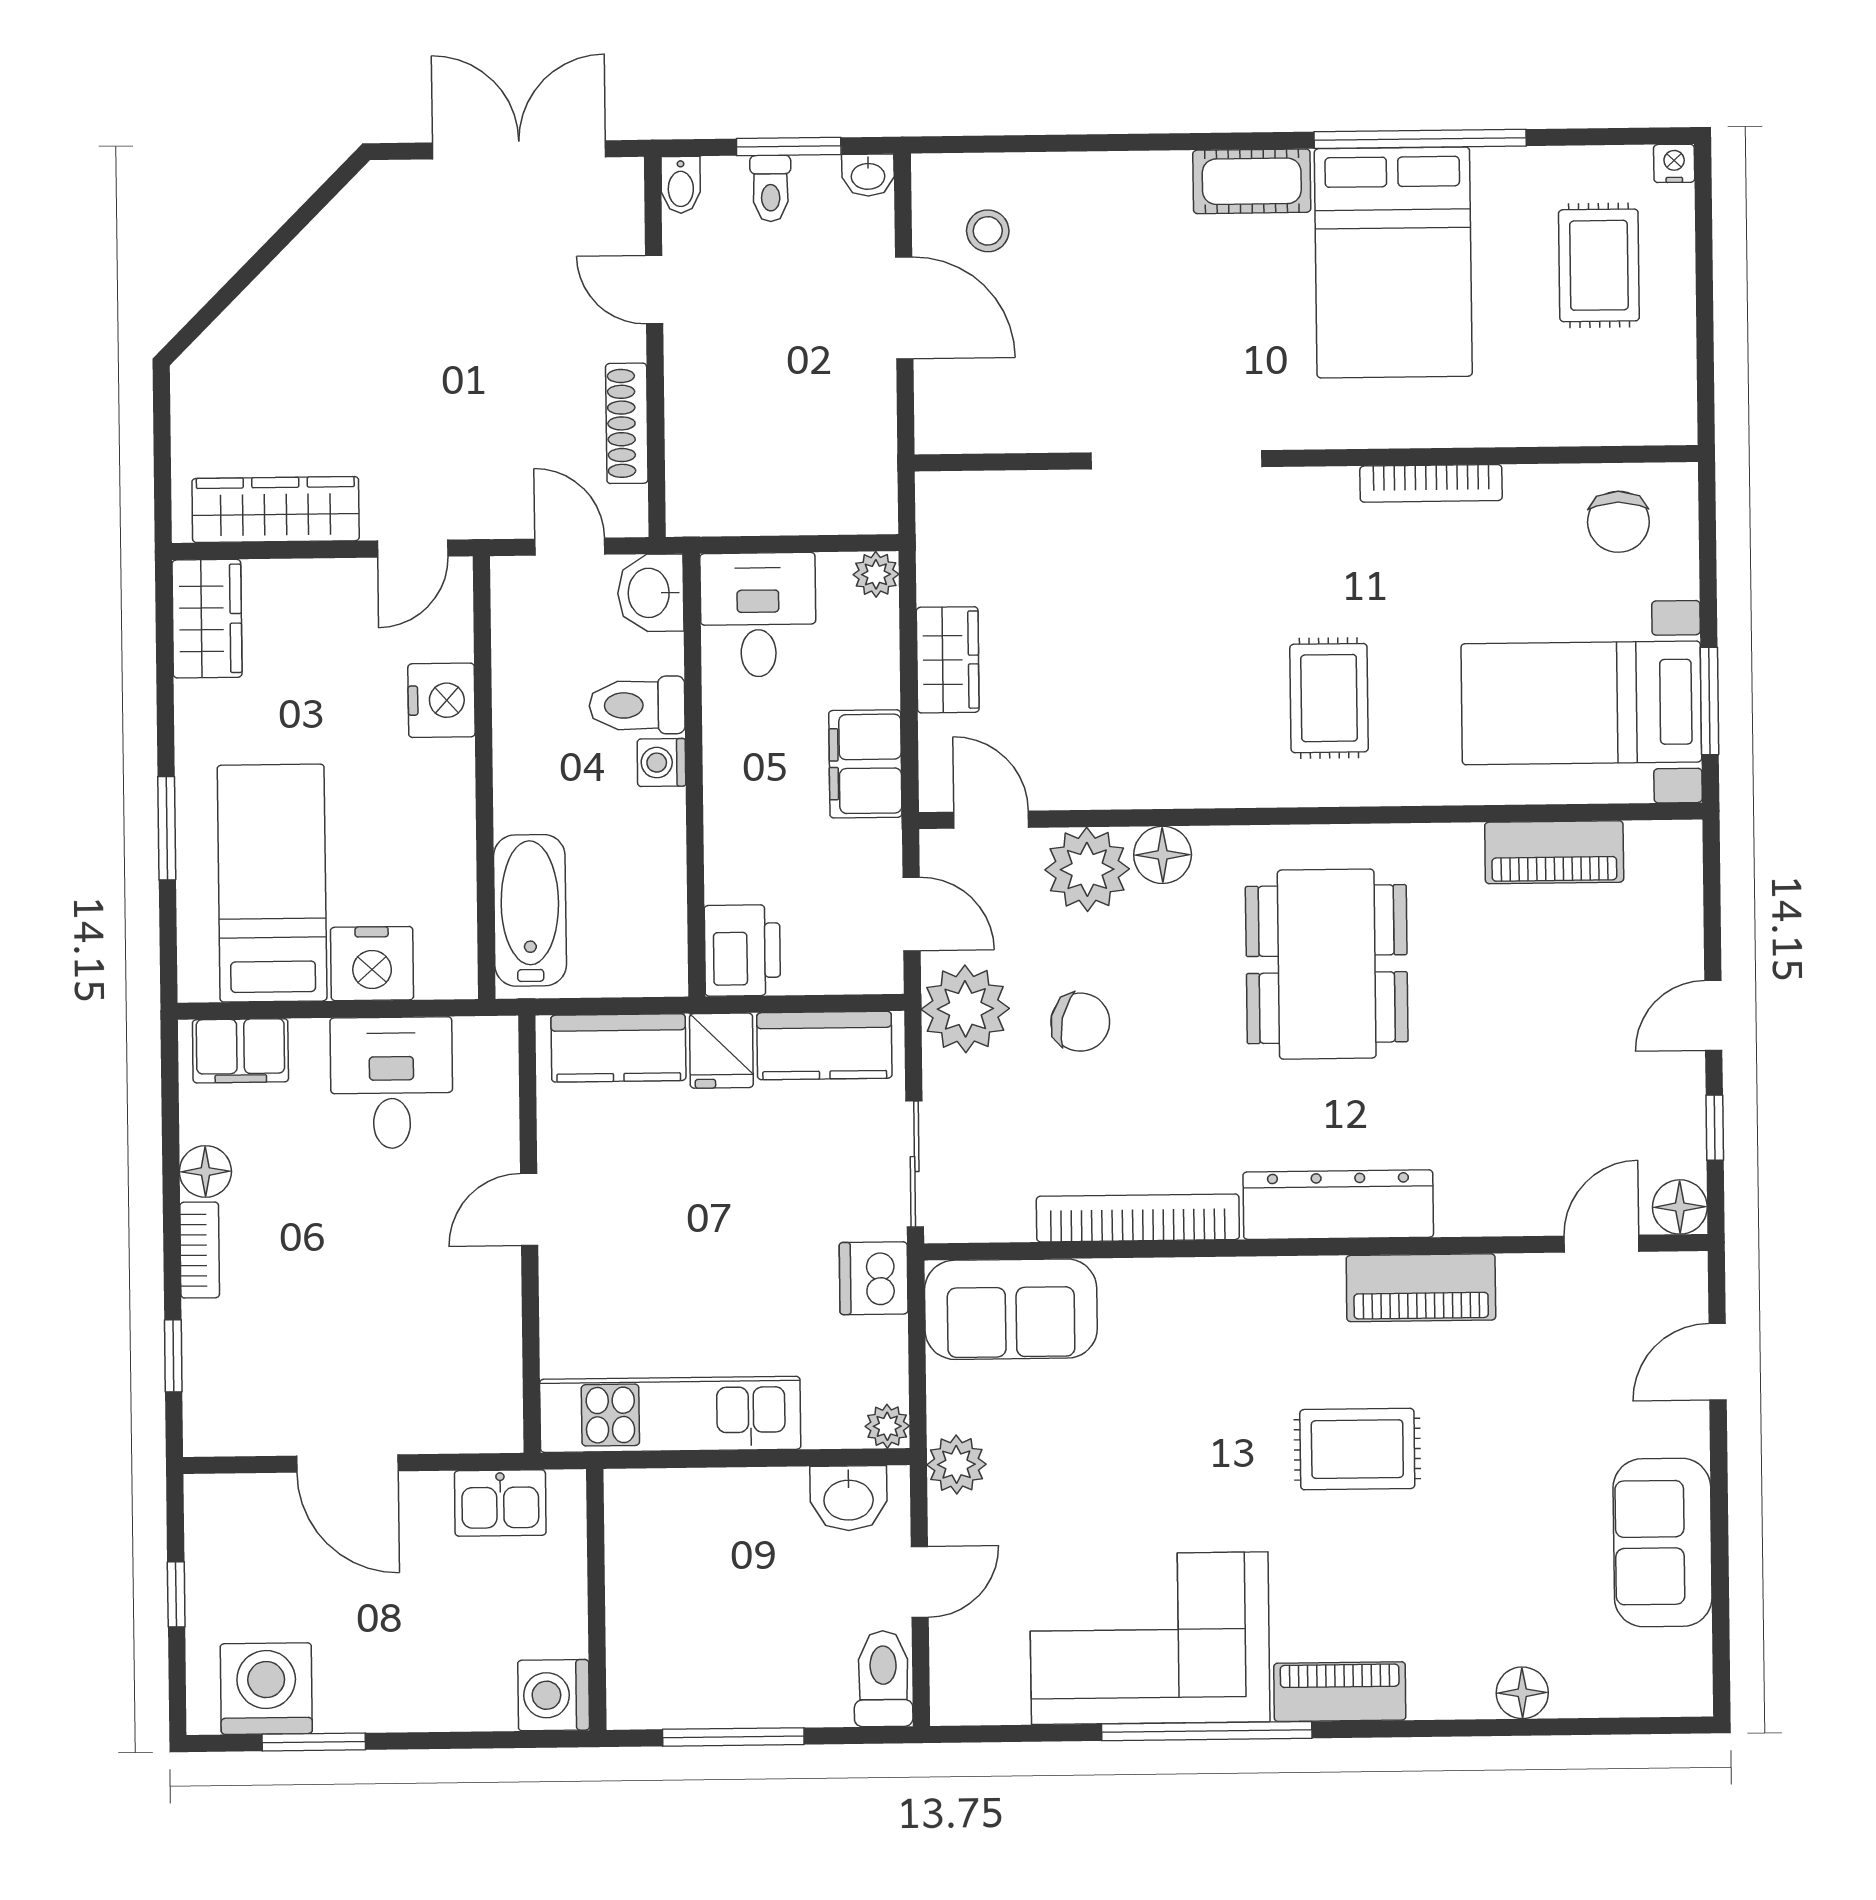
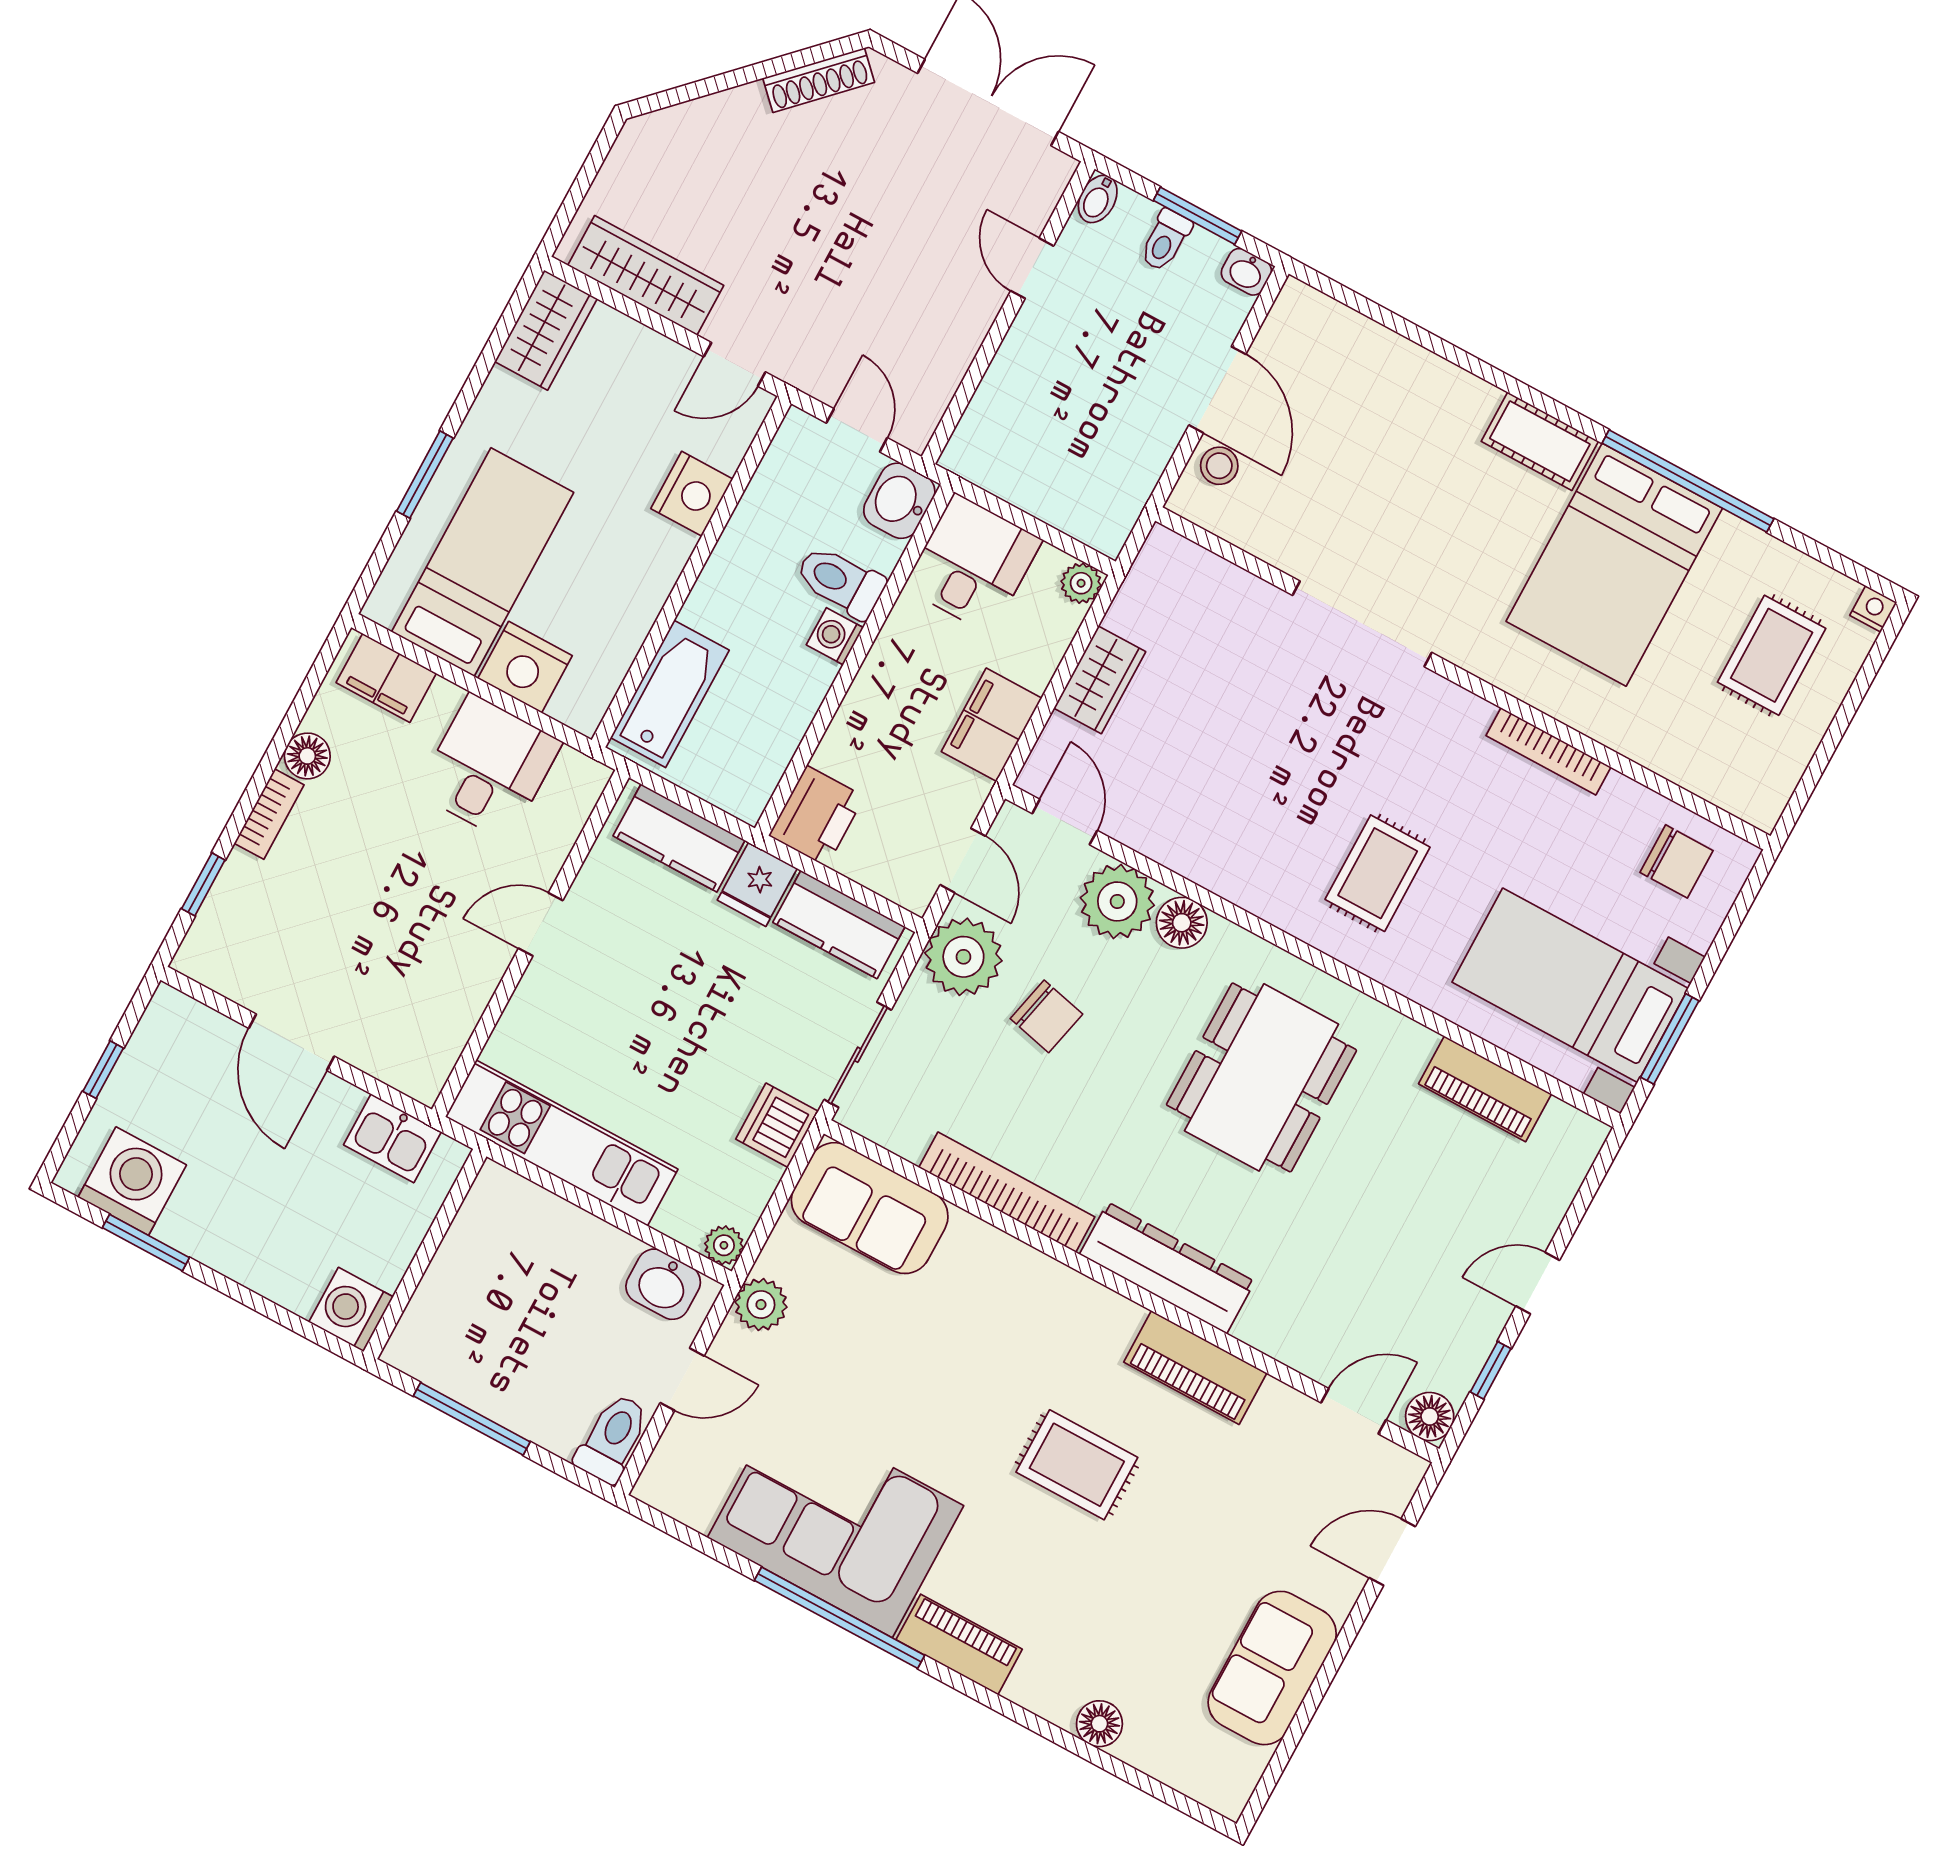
stool: (988, 231) -> (1219, 466), moved
shoe rack: (627, 423) -> (819, 80), moved, turned -135
chair: (1618, 522) -> (1677, 861), turned -90

